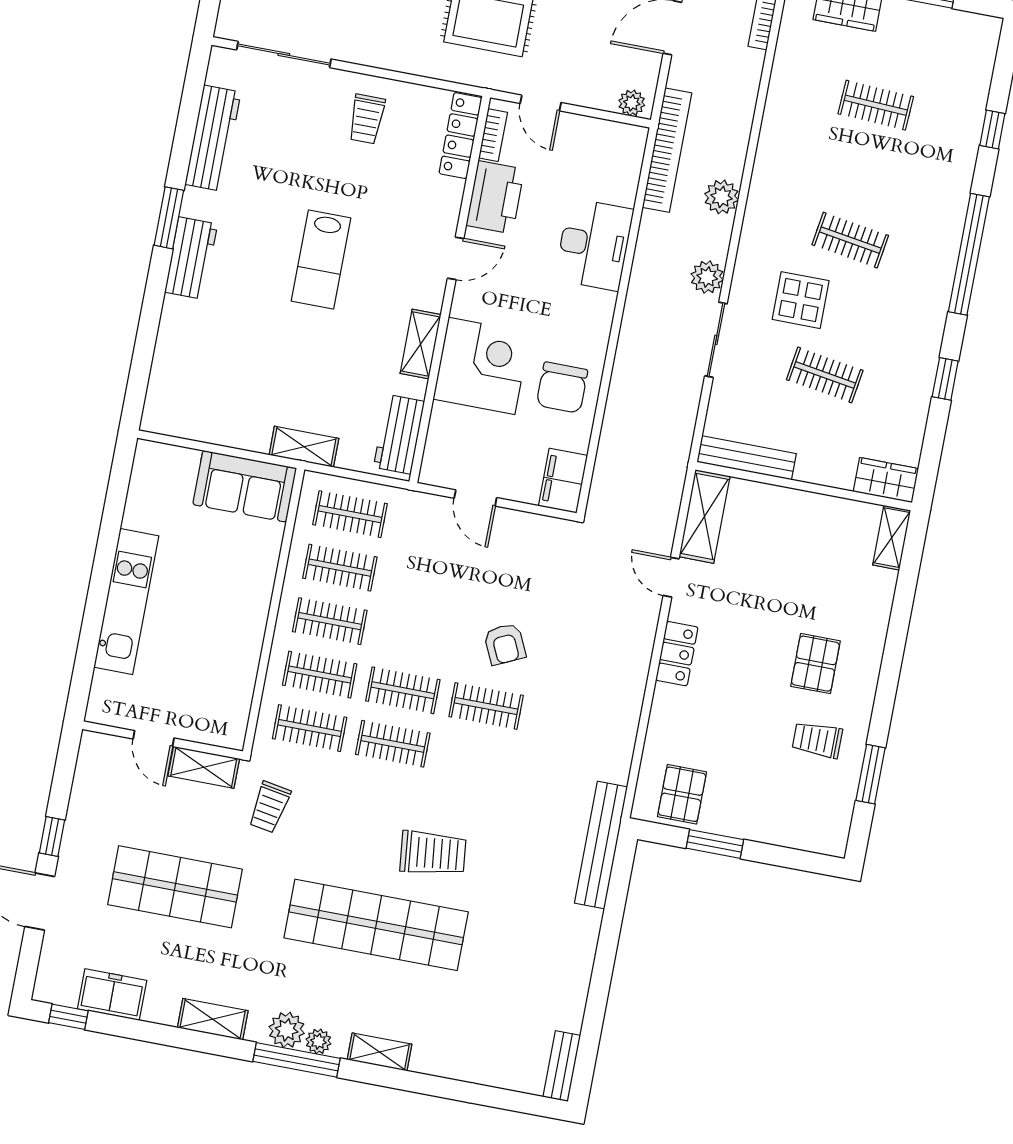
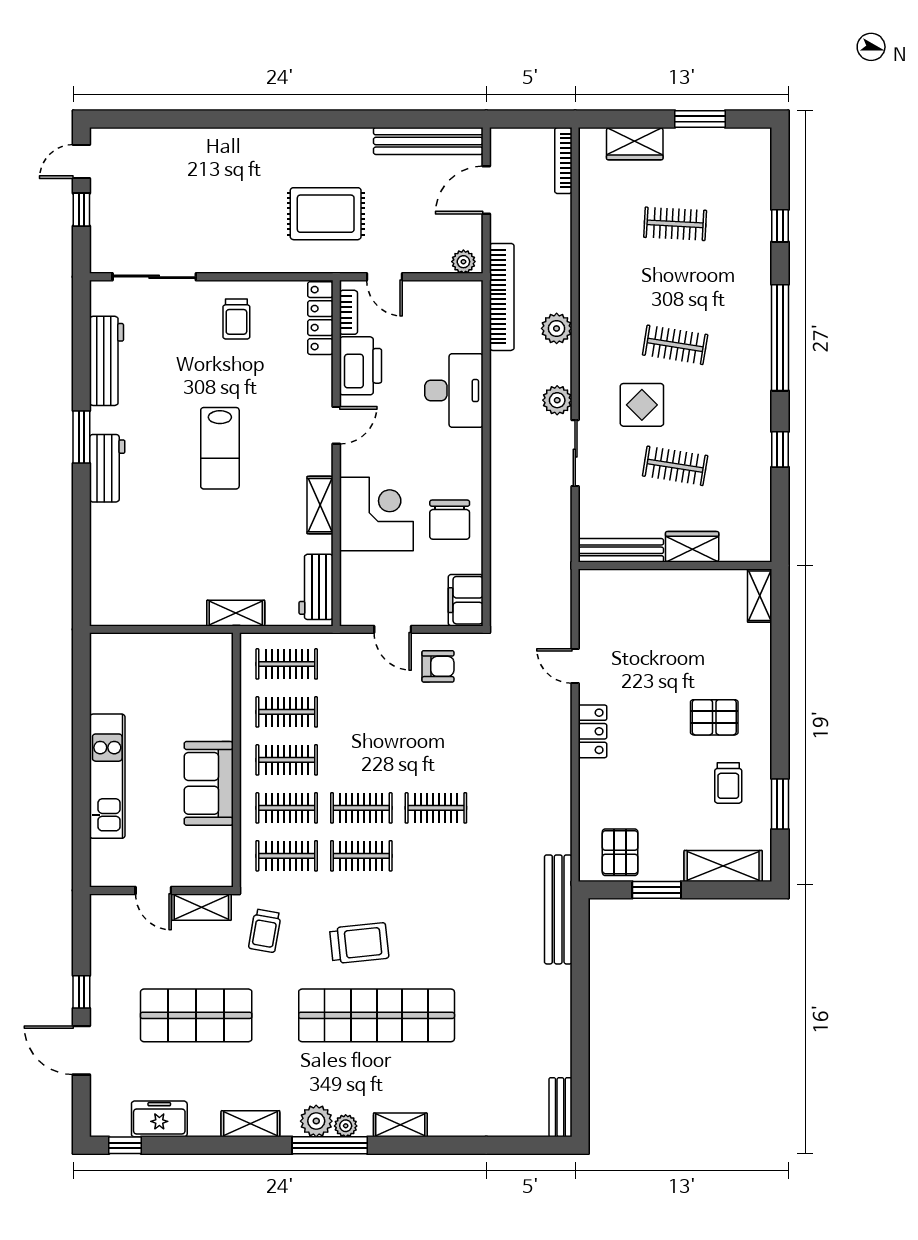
wardrobe: (886, 480) -> (692, 547), moved
sofa: (245, 486) -> (209, 783), moved, turned 90
shelving: (705, 516) -> (723, 866), moved, turned 90
armchair: (505, 644) -> (438, 666), moved, turned -65
pallet: (815, 664) -> (714, 717), turned 90
trolley: (817, 740) -> (728, 783), turned -90
trolley: (433, 853) -> (359, 943), moved

